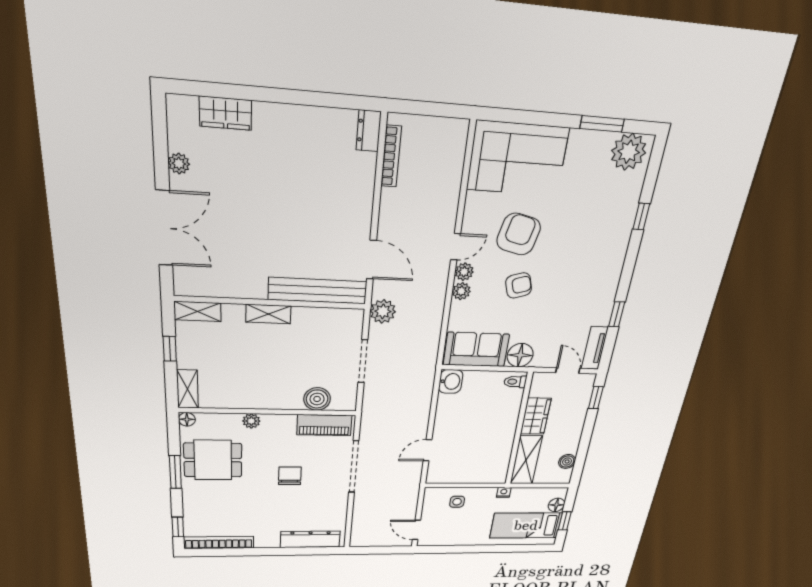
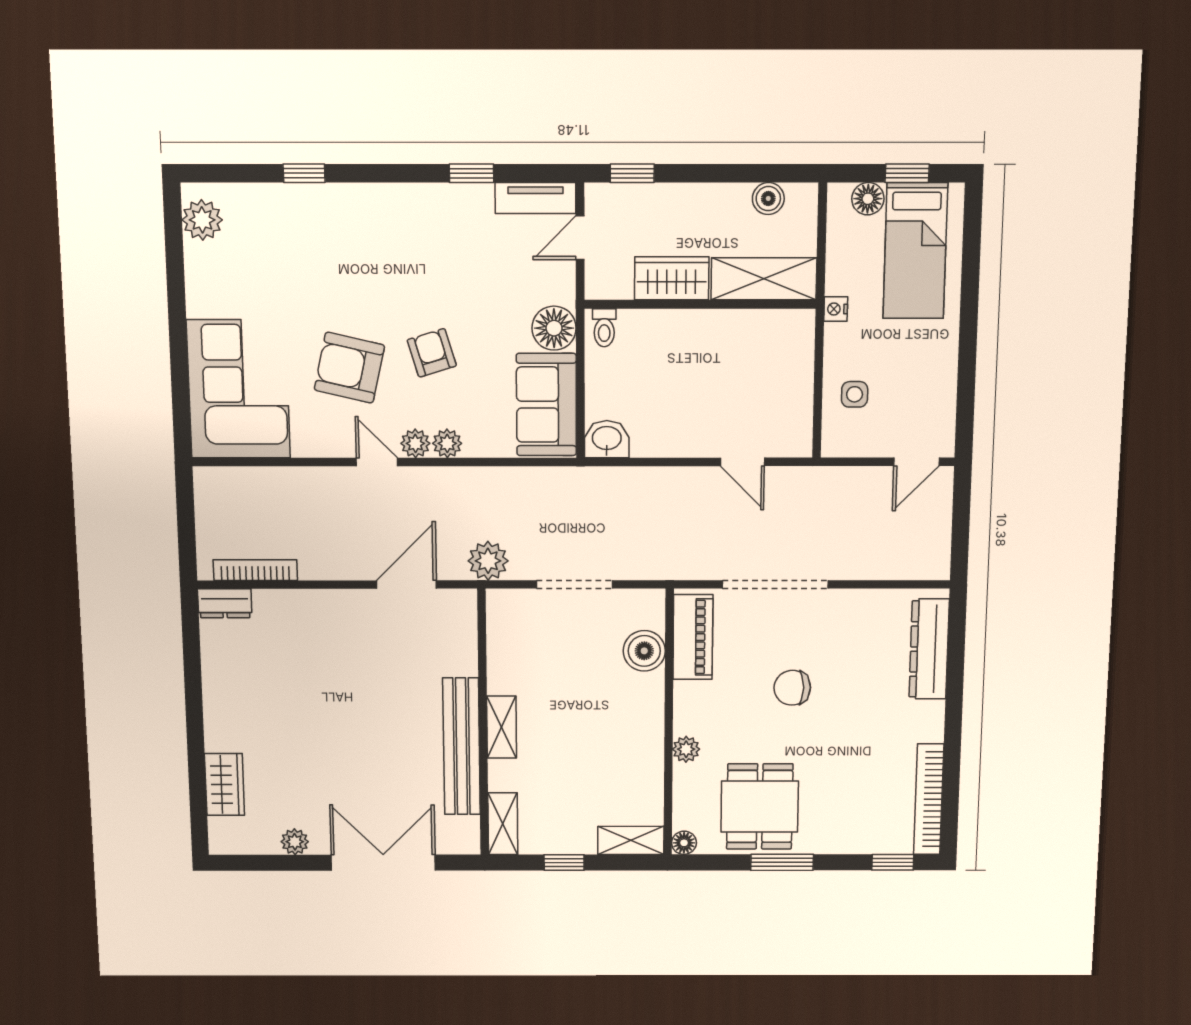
window: (602, 124) -> (175, 271), removed
plant: (629, 152) -> (202, 220), width x0.73, depth x0.73
bench: (318, 291) -> (462, 747), moved

